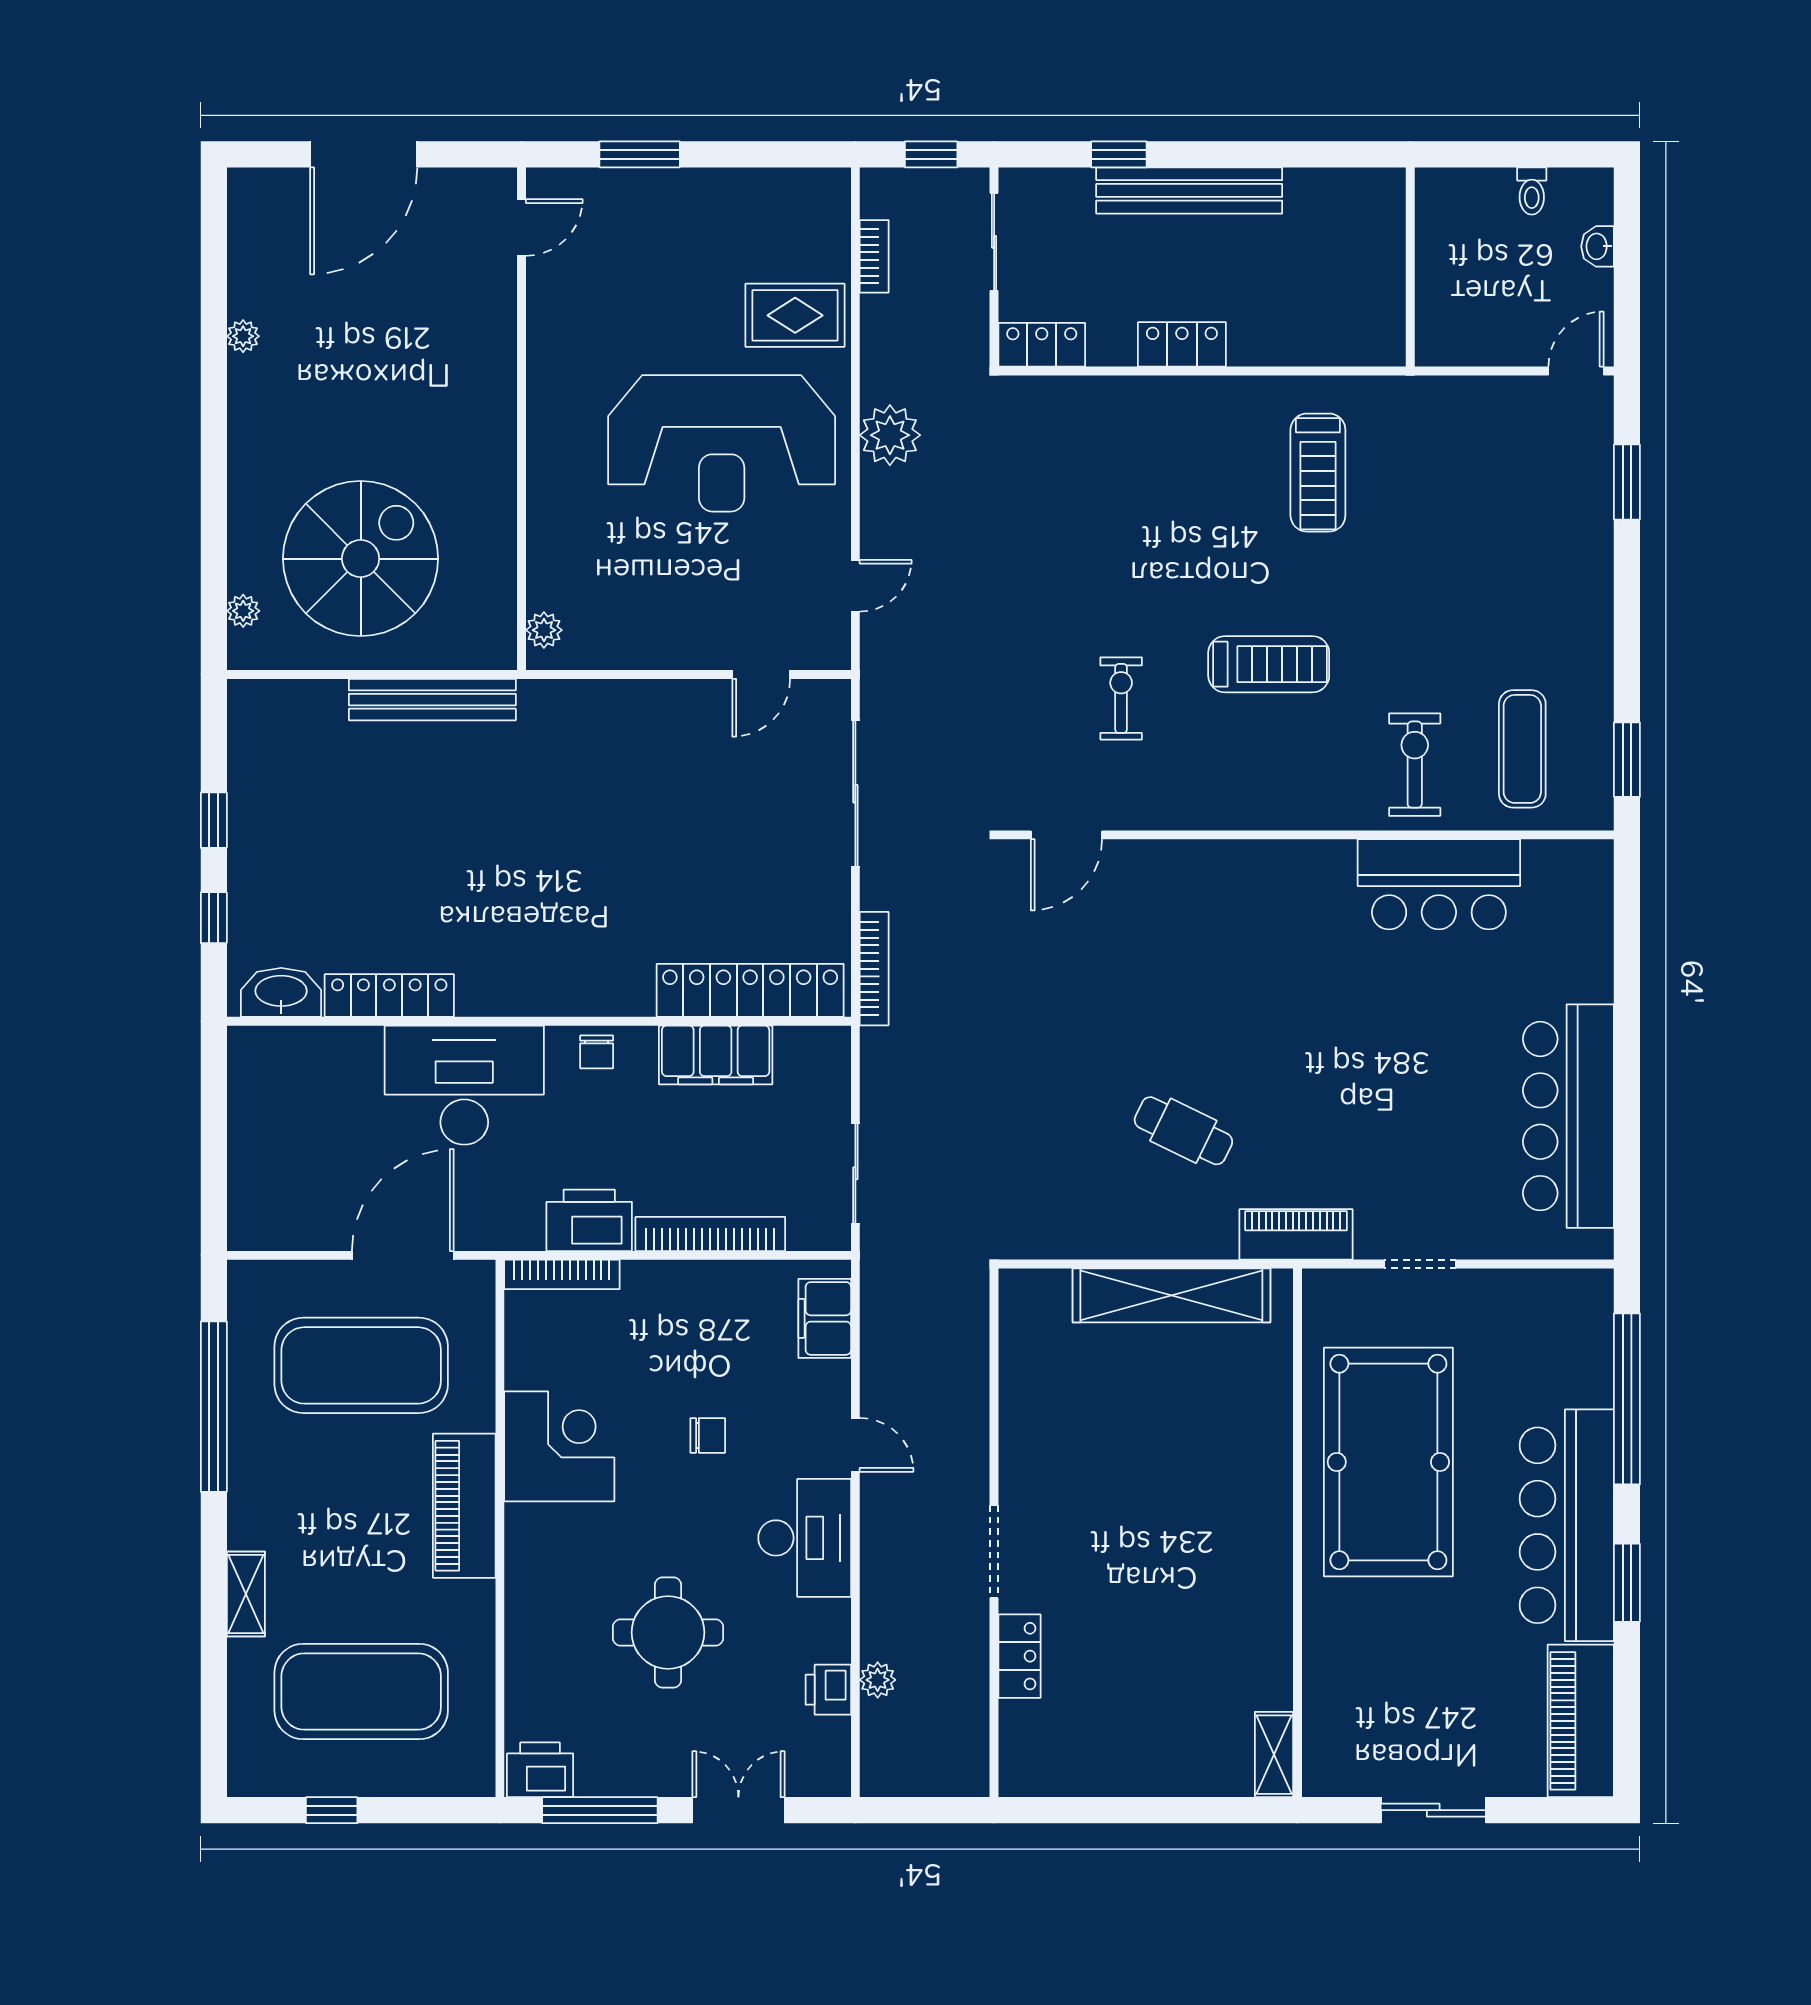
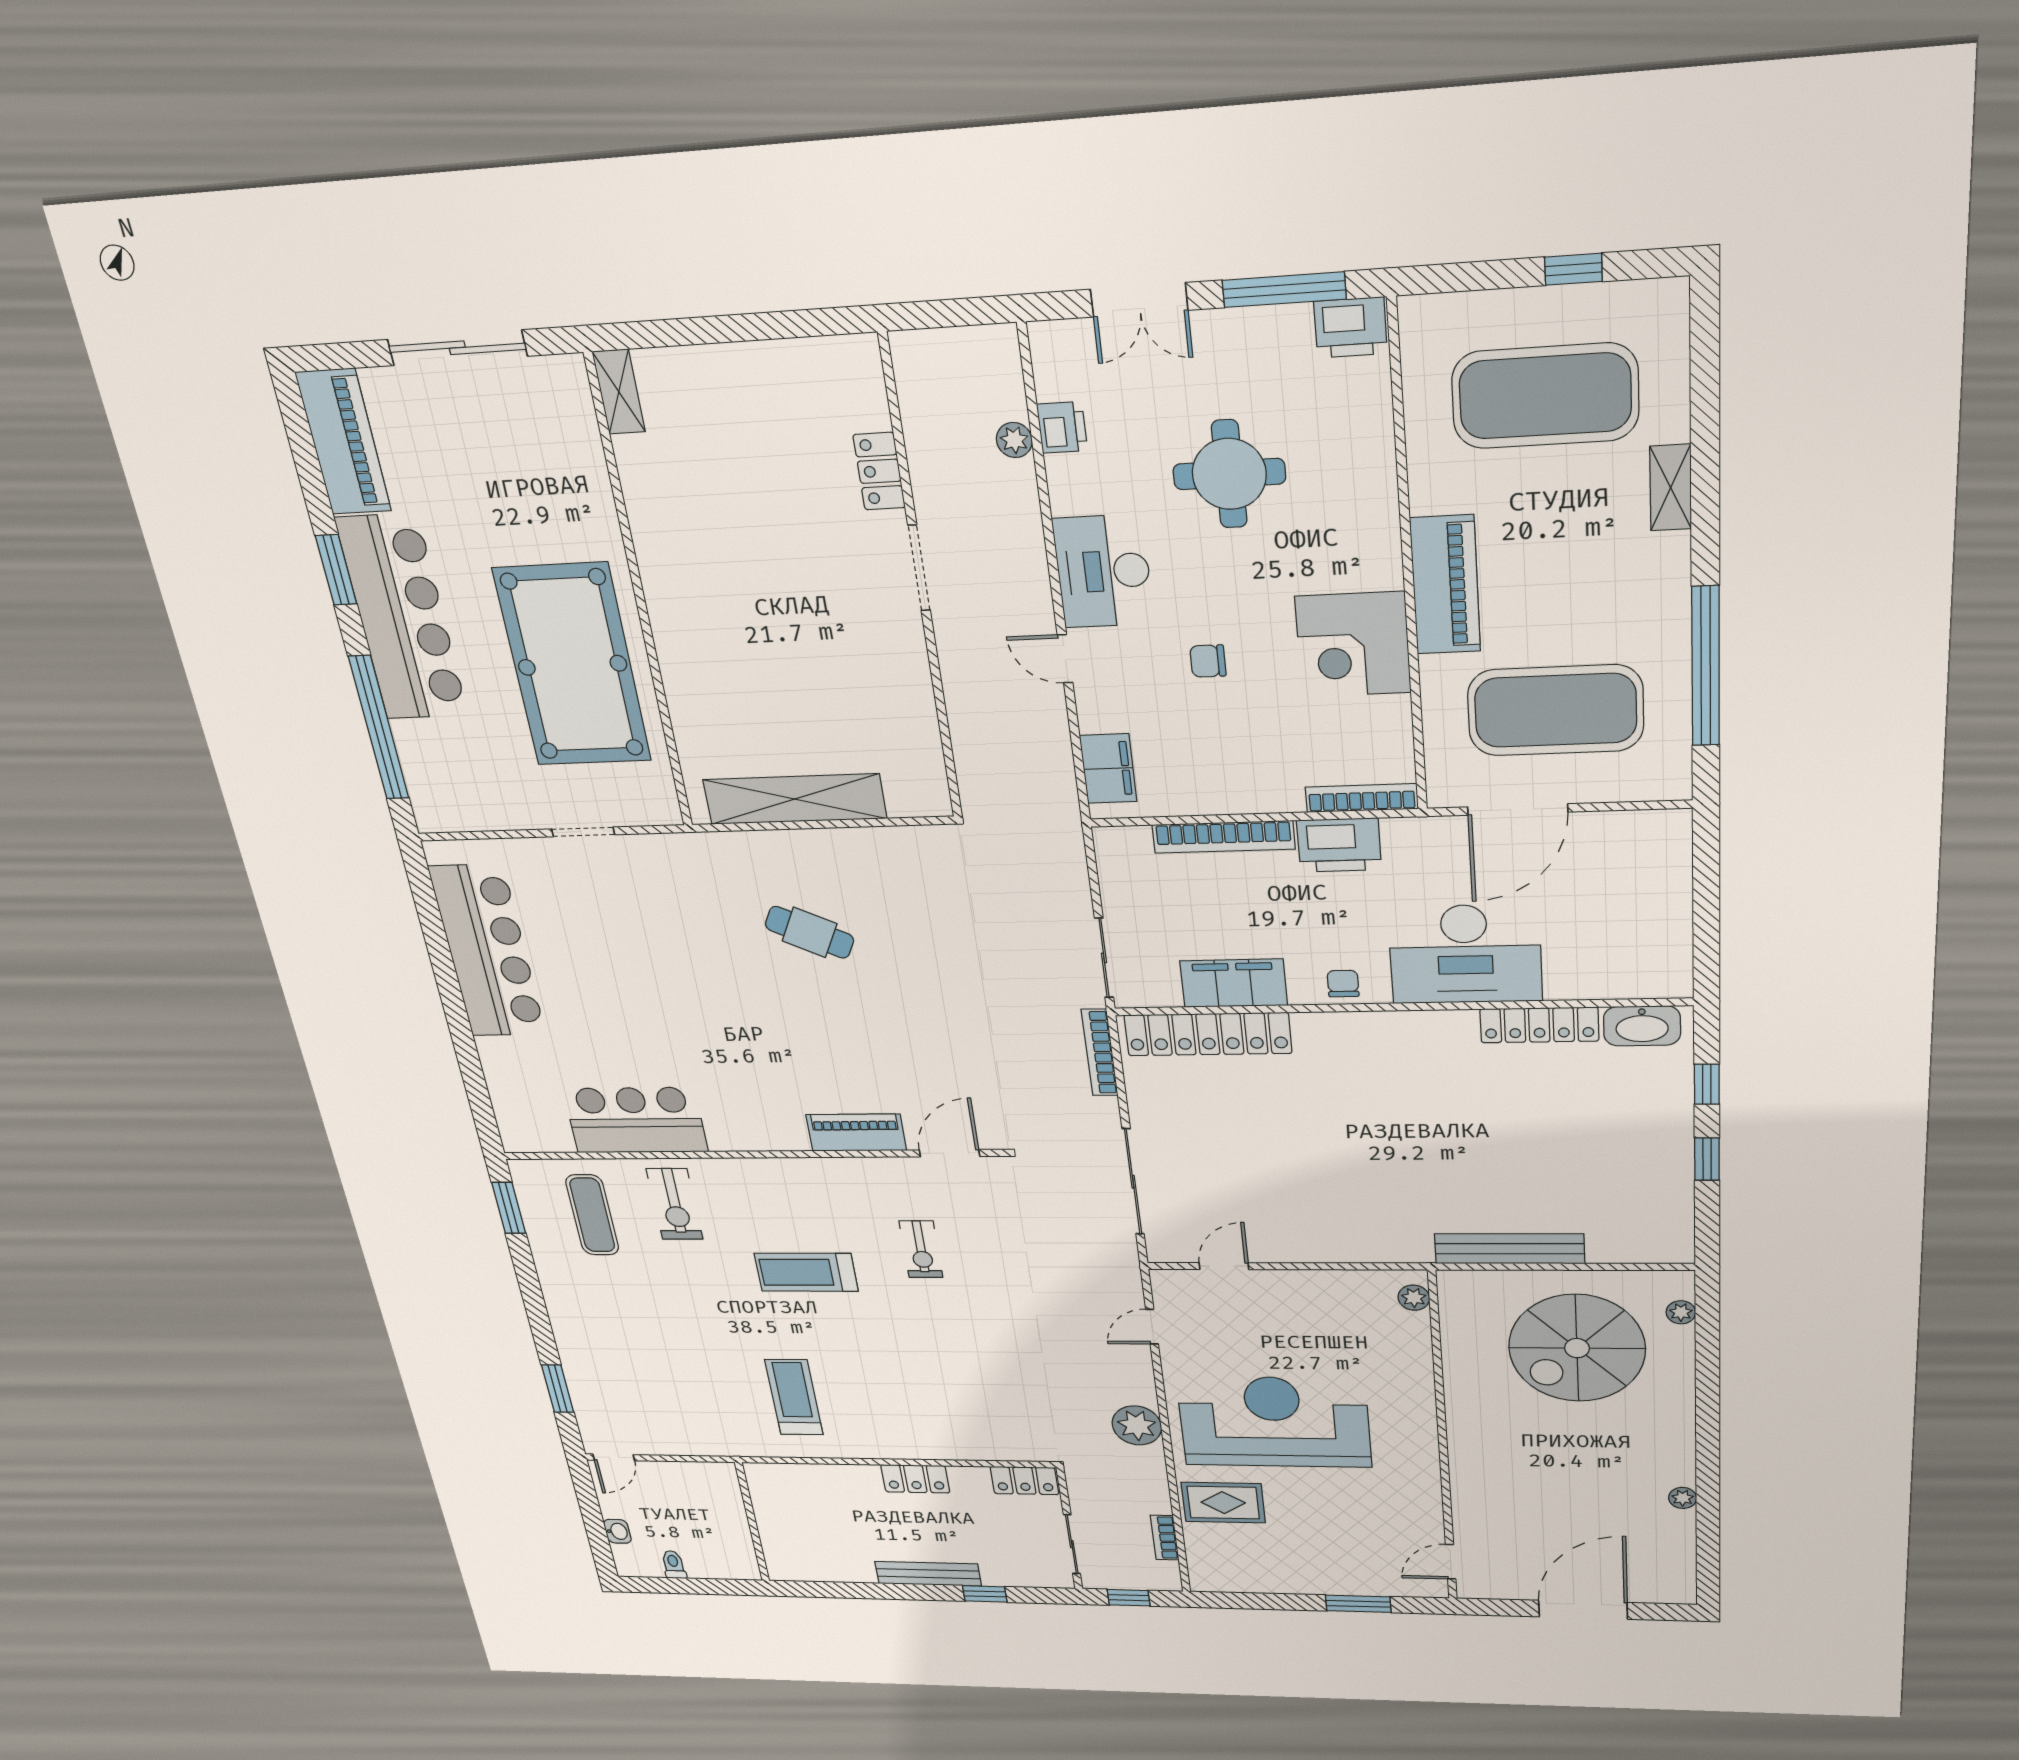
bench: (1189, 190) -> (928, 1574), width x0.73, depth x0.82
sliding door: (855, 1173) -> (1104, 958), moved
piano: (1296, 1234) -> (856, 1133), moved, turned 180
sliding door: (1433, 1810) -> (457, 348), width x1.37

